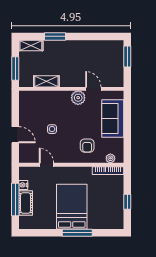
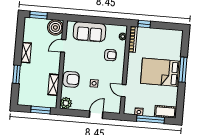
shelving: (31, 45) -> (26, 53), moved
boiler: (114, 78) -> (55, 27), added
plant: (78, 98) -> (66, 103), moved
armchair: (55, 101) -> (71, 79), added
door: (46, 165) -> (124, 91), hinge flipped
window: (127, 202) -> (144, 24), moved
cot: (26, 203) -> (165, 112), moved

